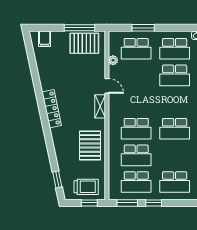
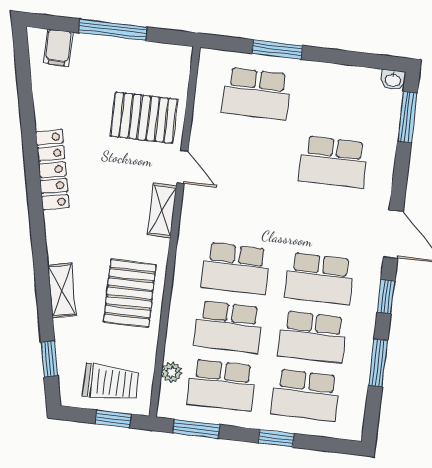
window: (80, 28) -> (113, 30), moved
pallet: (84, 43) -> (144, 118), moved
school desk: (175, 49) -> (312, 337), moved
plant: (113, 60) -> (172, 372), moved
locker: (52, 109) -> (52, 170), moved
shelving: (59, 148) -> (62, 290), added
window: (154, 203) -> (276, 438), moved

